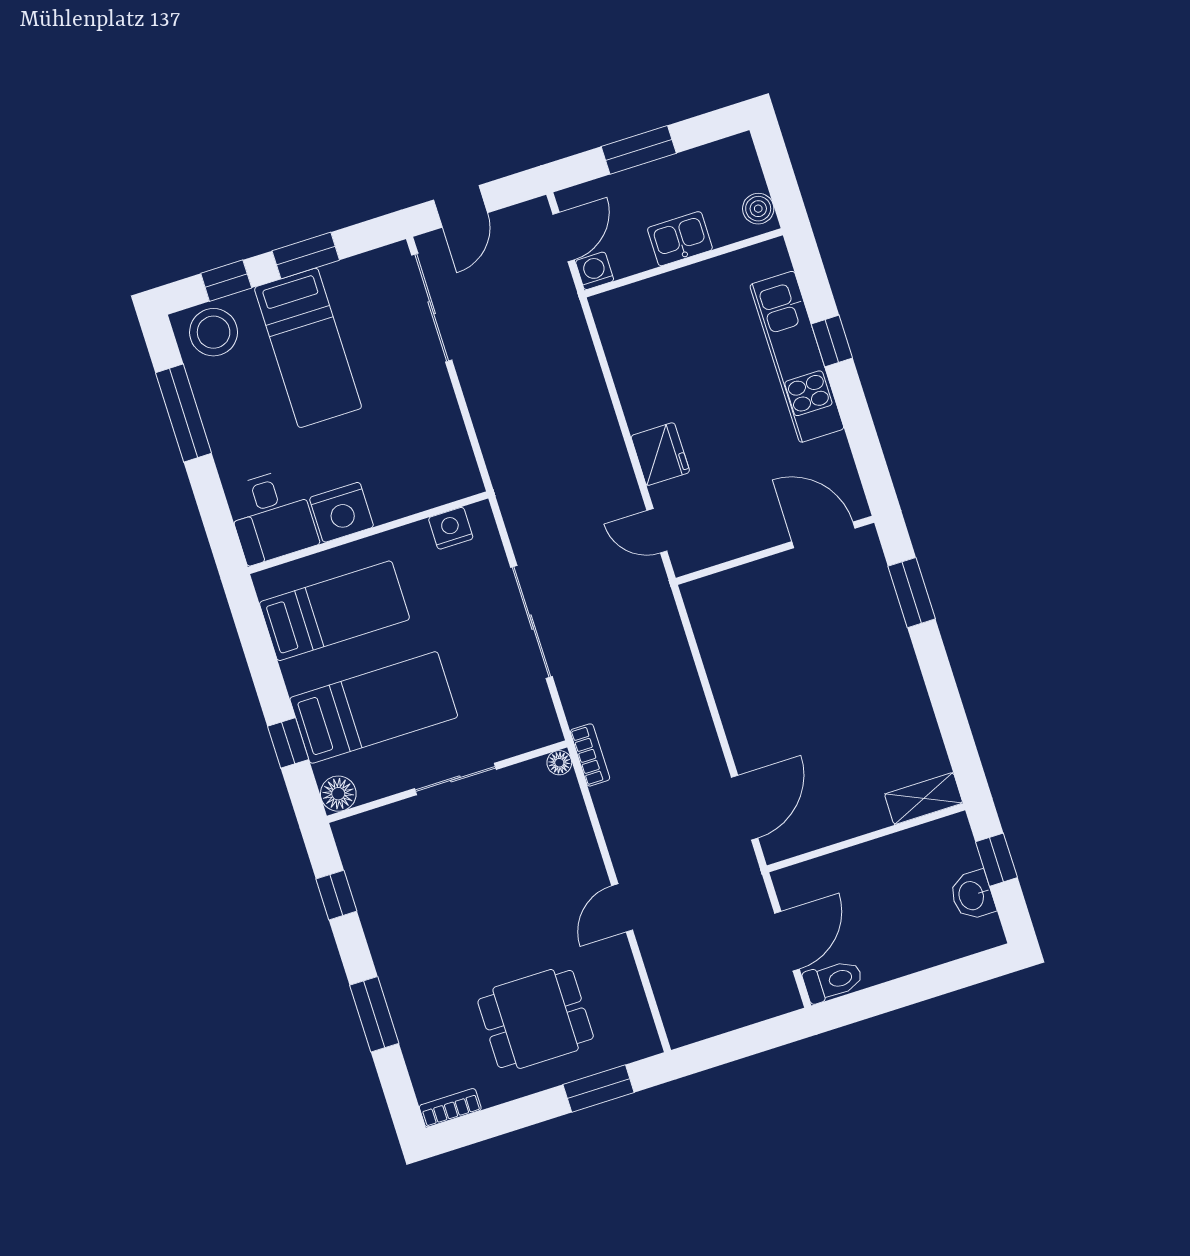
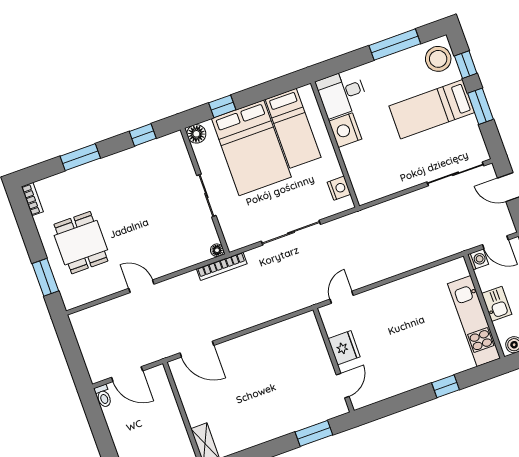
kitchen unit: (797, 357) -> (474, 321), moved, turned -90
fridge: (660, 454) -> (344, 348), moved, turned -90
door: (823, 535) -> (343, 386), width x0.73
bed: (374, 707) -> (251, 148), width x1.50
bookcase: (590, 755) -> (222, 266), width x1.56
toilet: (833, 981) -> (103, 396), width x0.73, depth x0.72

